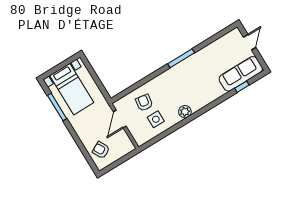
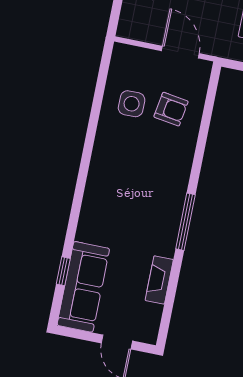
fireplace: (212, 48) -> (159, 280), added
plant: (185, 112) -> (103, 156), removed

